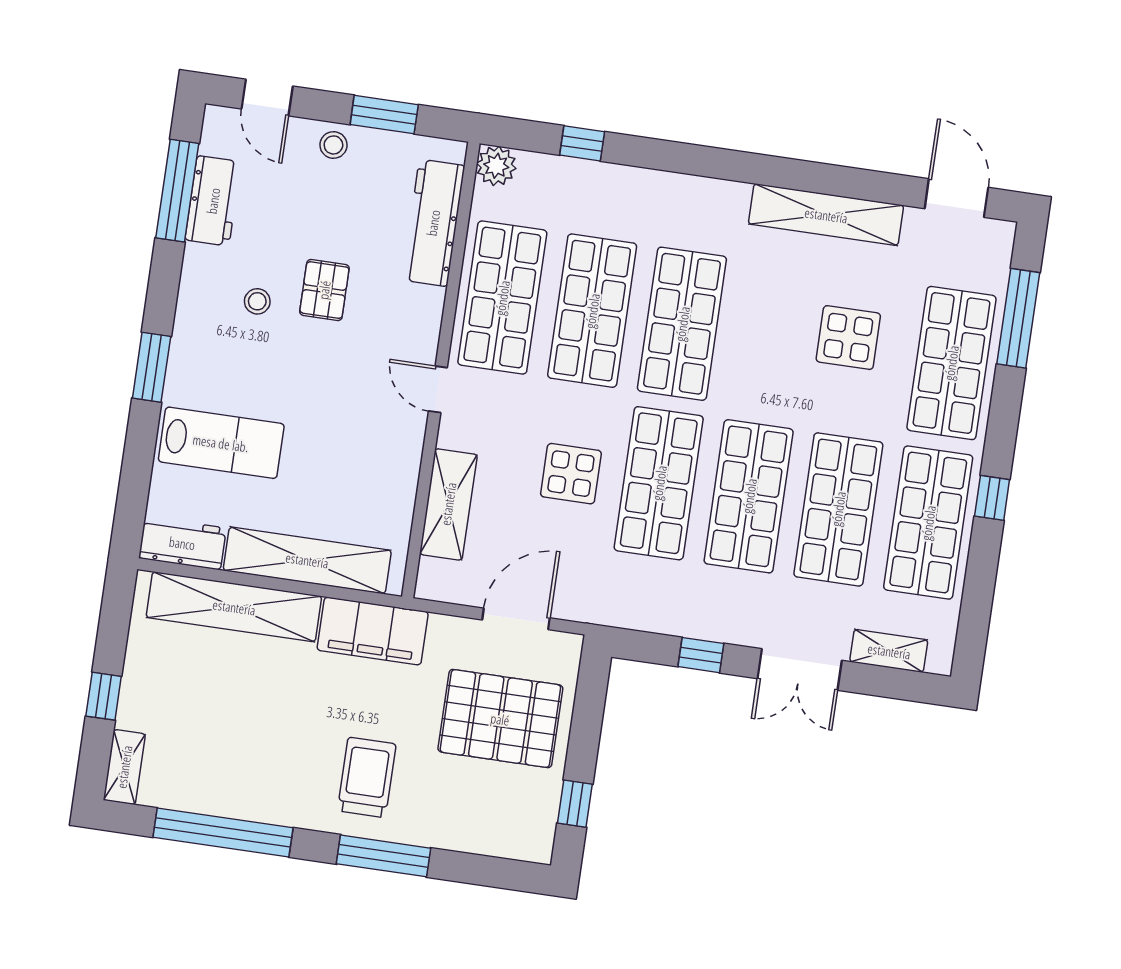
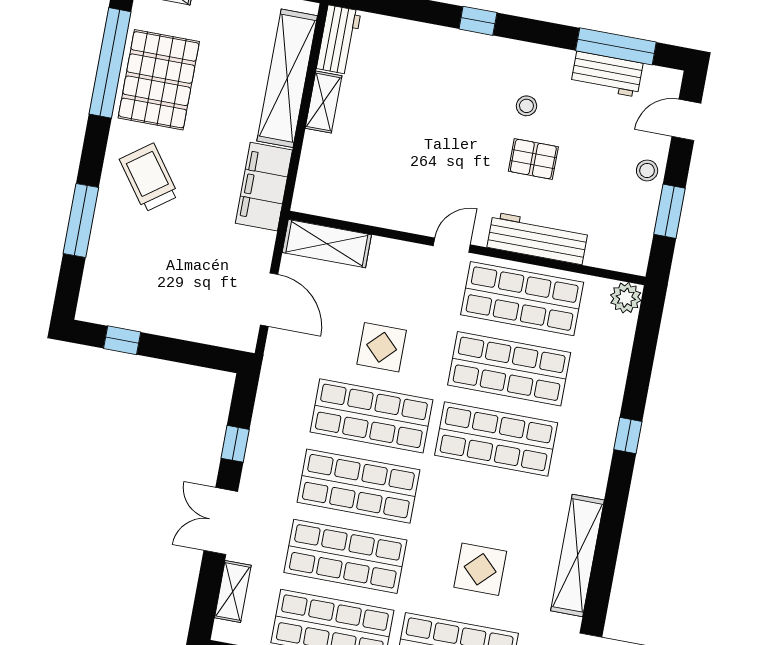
window: (582, 143) -> (628, 435), moved
workbench: (433, 223) -> (538, 238), moved
window: (152, 367) -> (478, 21), width x0.67
lab bench: (221, 443) -> (416, 73), removed
shelving: (448, 504) -> (327, 244), moved
shelving: (307, 560) -> (323, 102), width x0.45, depth x0.75
pallet: (500, 719) -> (159, 80), moved
trolley: (367, 777) -> (149, 178), turned -126
window: (383, 856) -> (81, 221), moved

